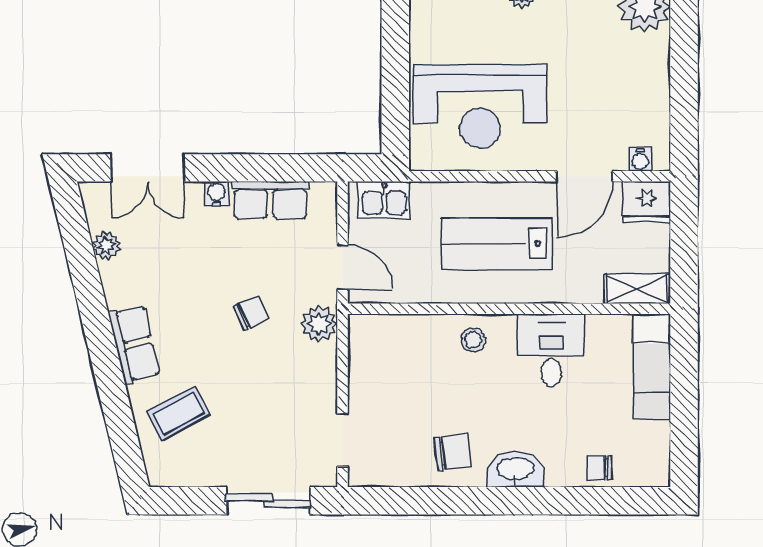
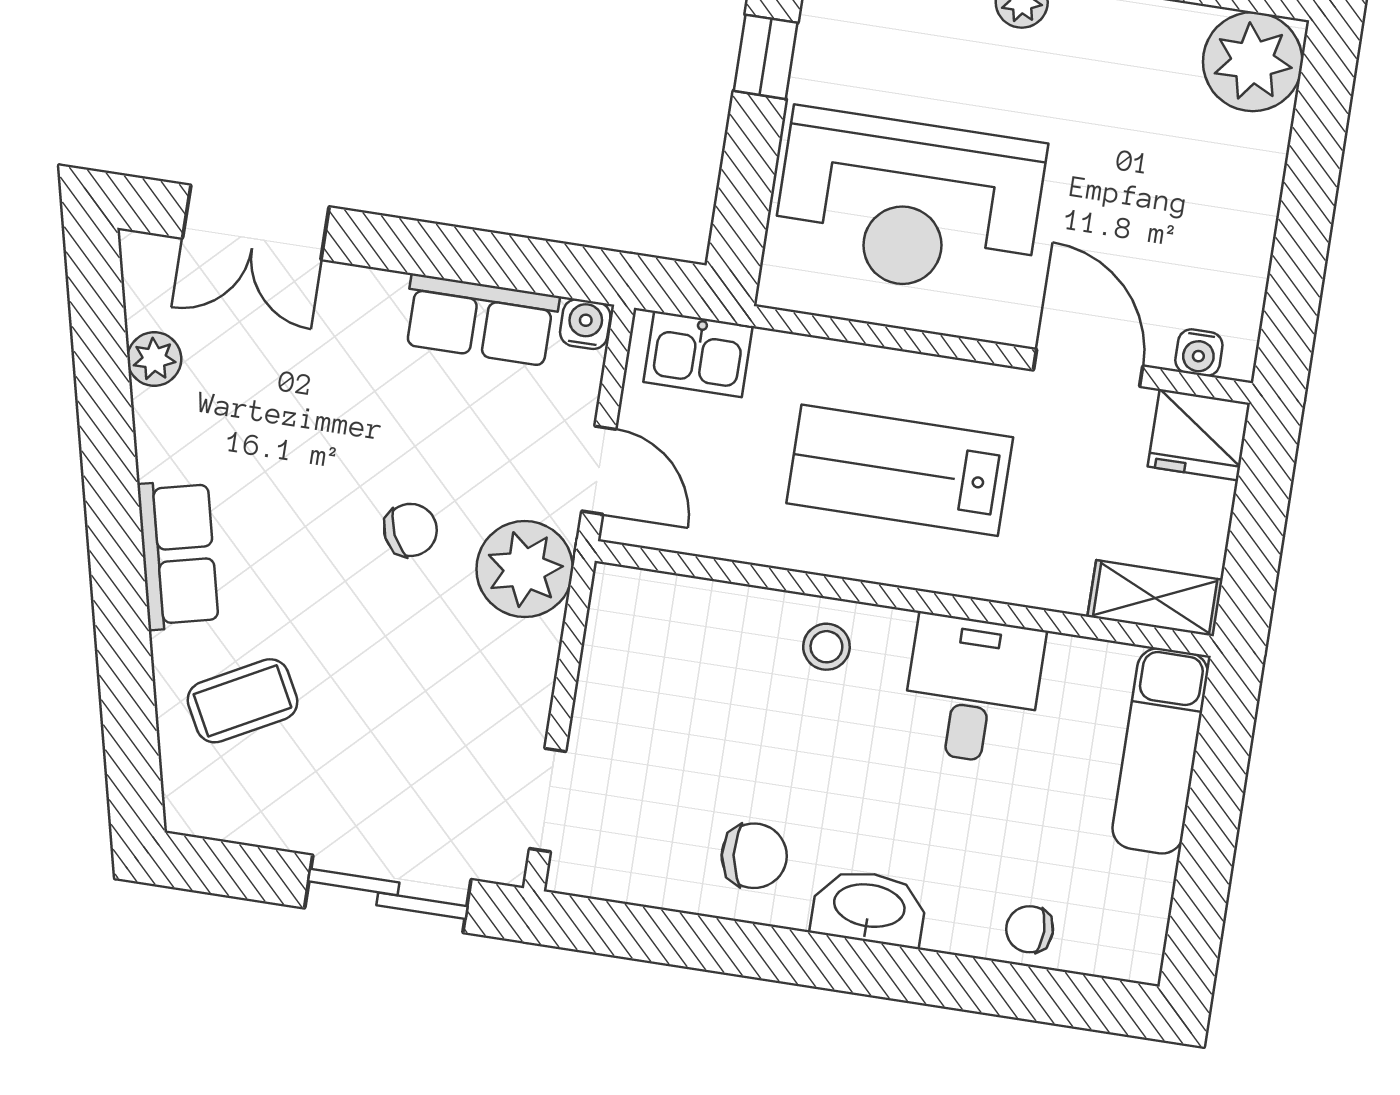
window: (395, 43) -> (766, 57), added
door: (585, 176) -> (1088, 368), swing flipped
water cooler: (216, 194) -> (585, 324), moved
plant: (319, 324) -> (525, 569), width x1.36, depth x1.36

